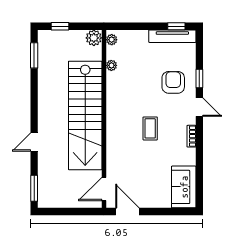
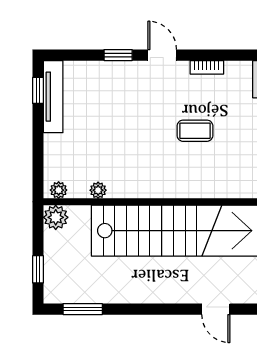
armchair: (173, 82) -> (124, 95), removed
door: (199, 107) -> (162, 55), hinge flipped

